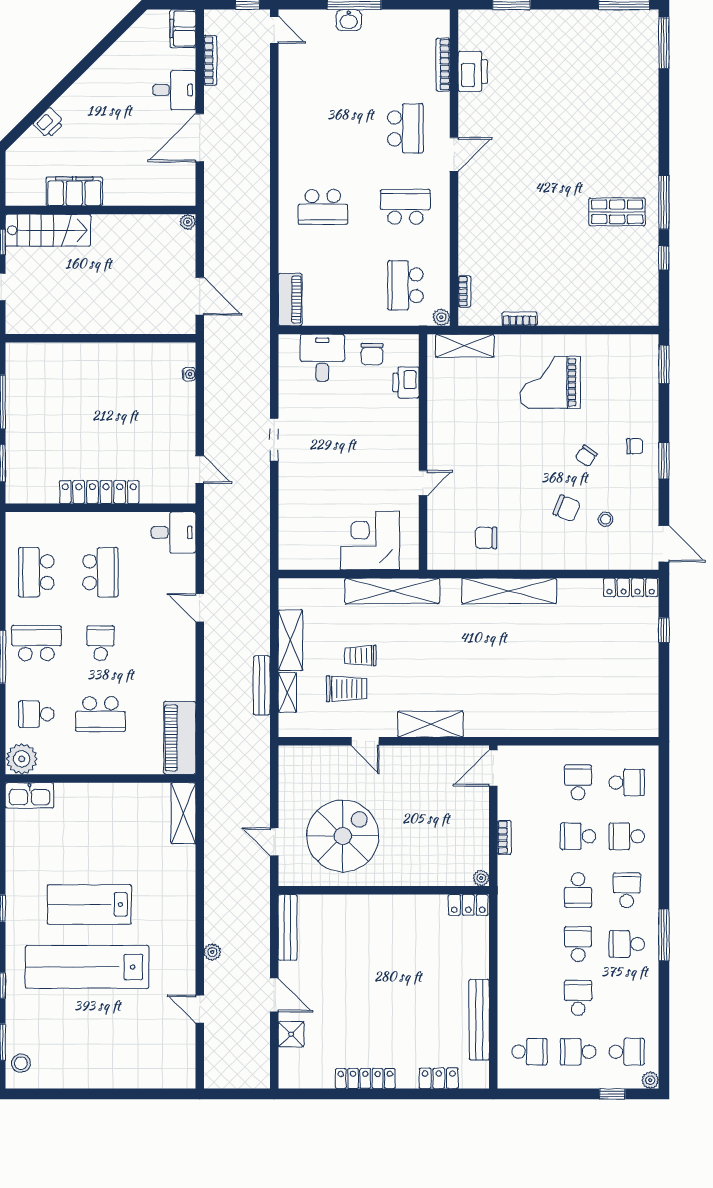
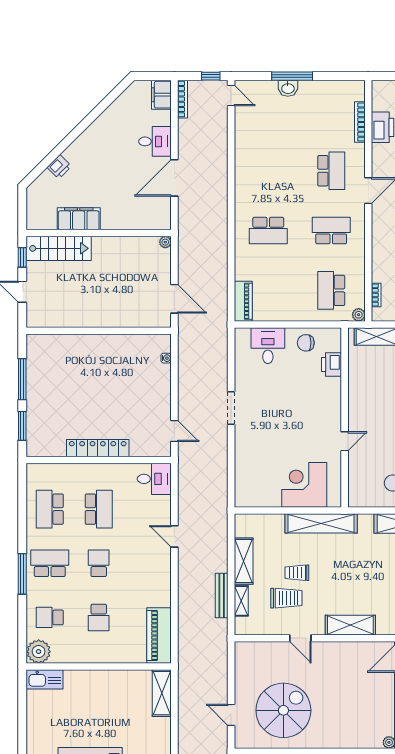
bookcase: (210, 60) -> (182, 99), moved
chair: (372, 354) -> (306, 343), turned 90
school desk: (101, 714) -> (99, 617), width x0.54

